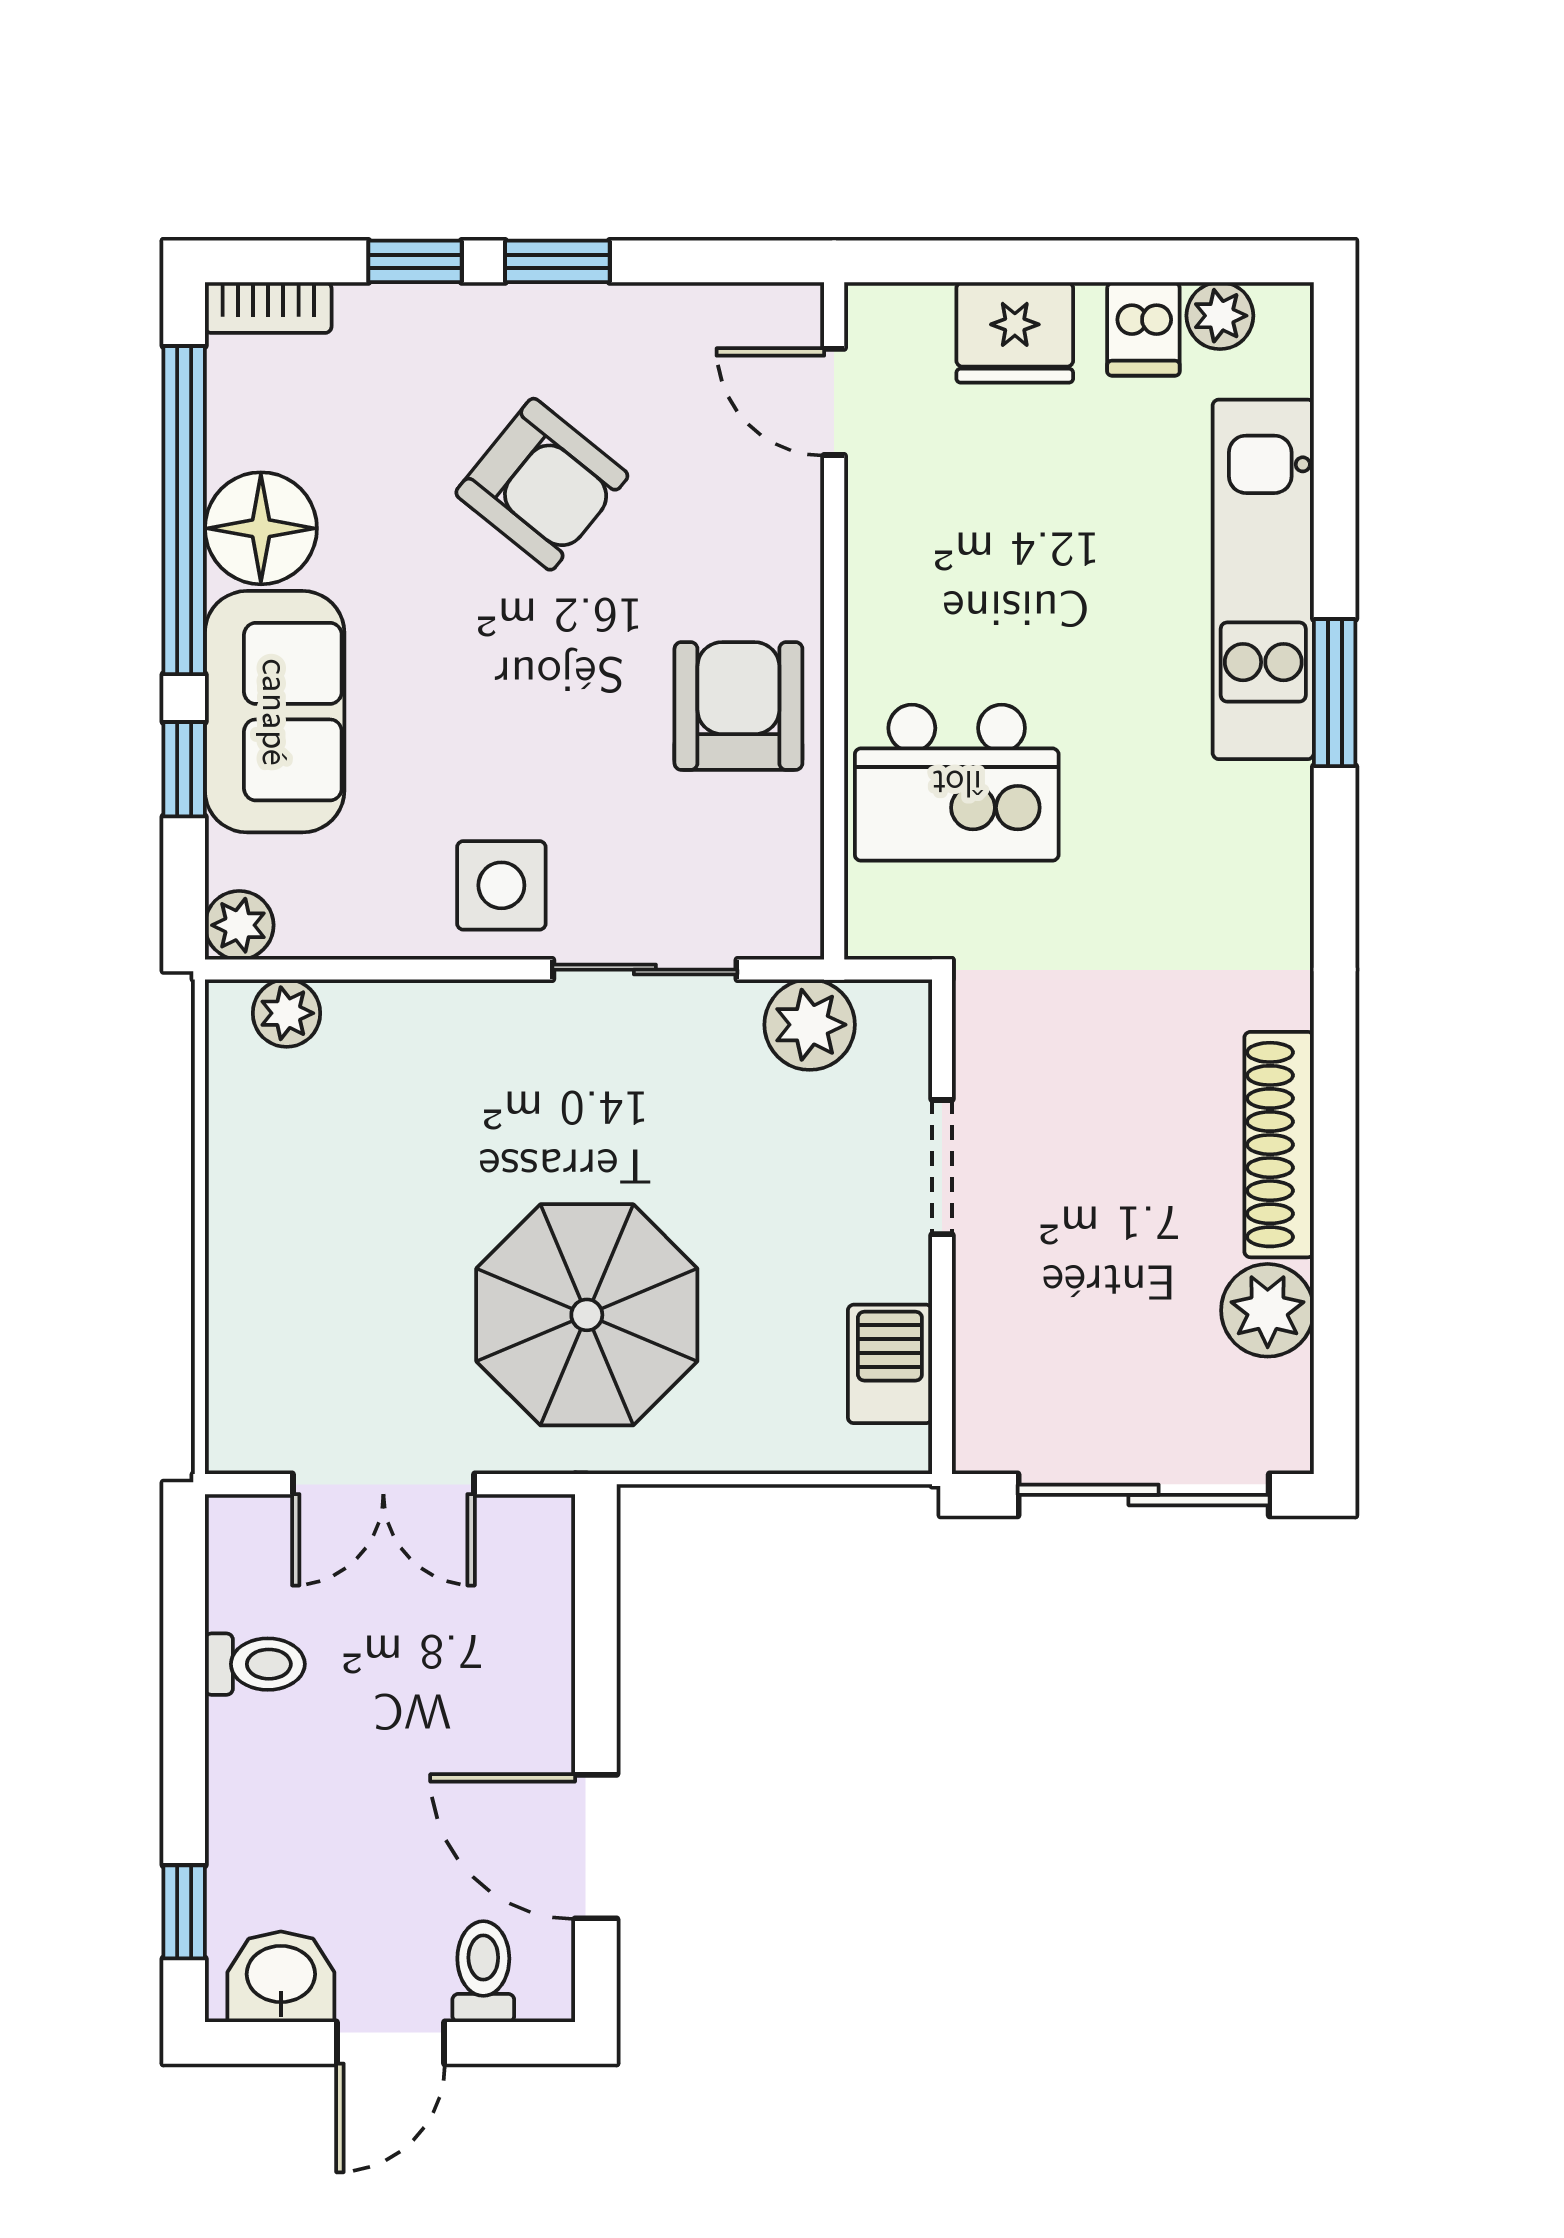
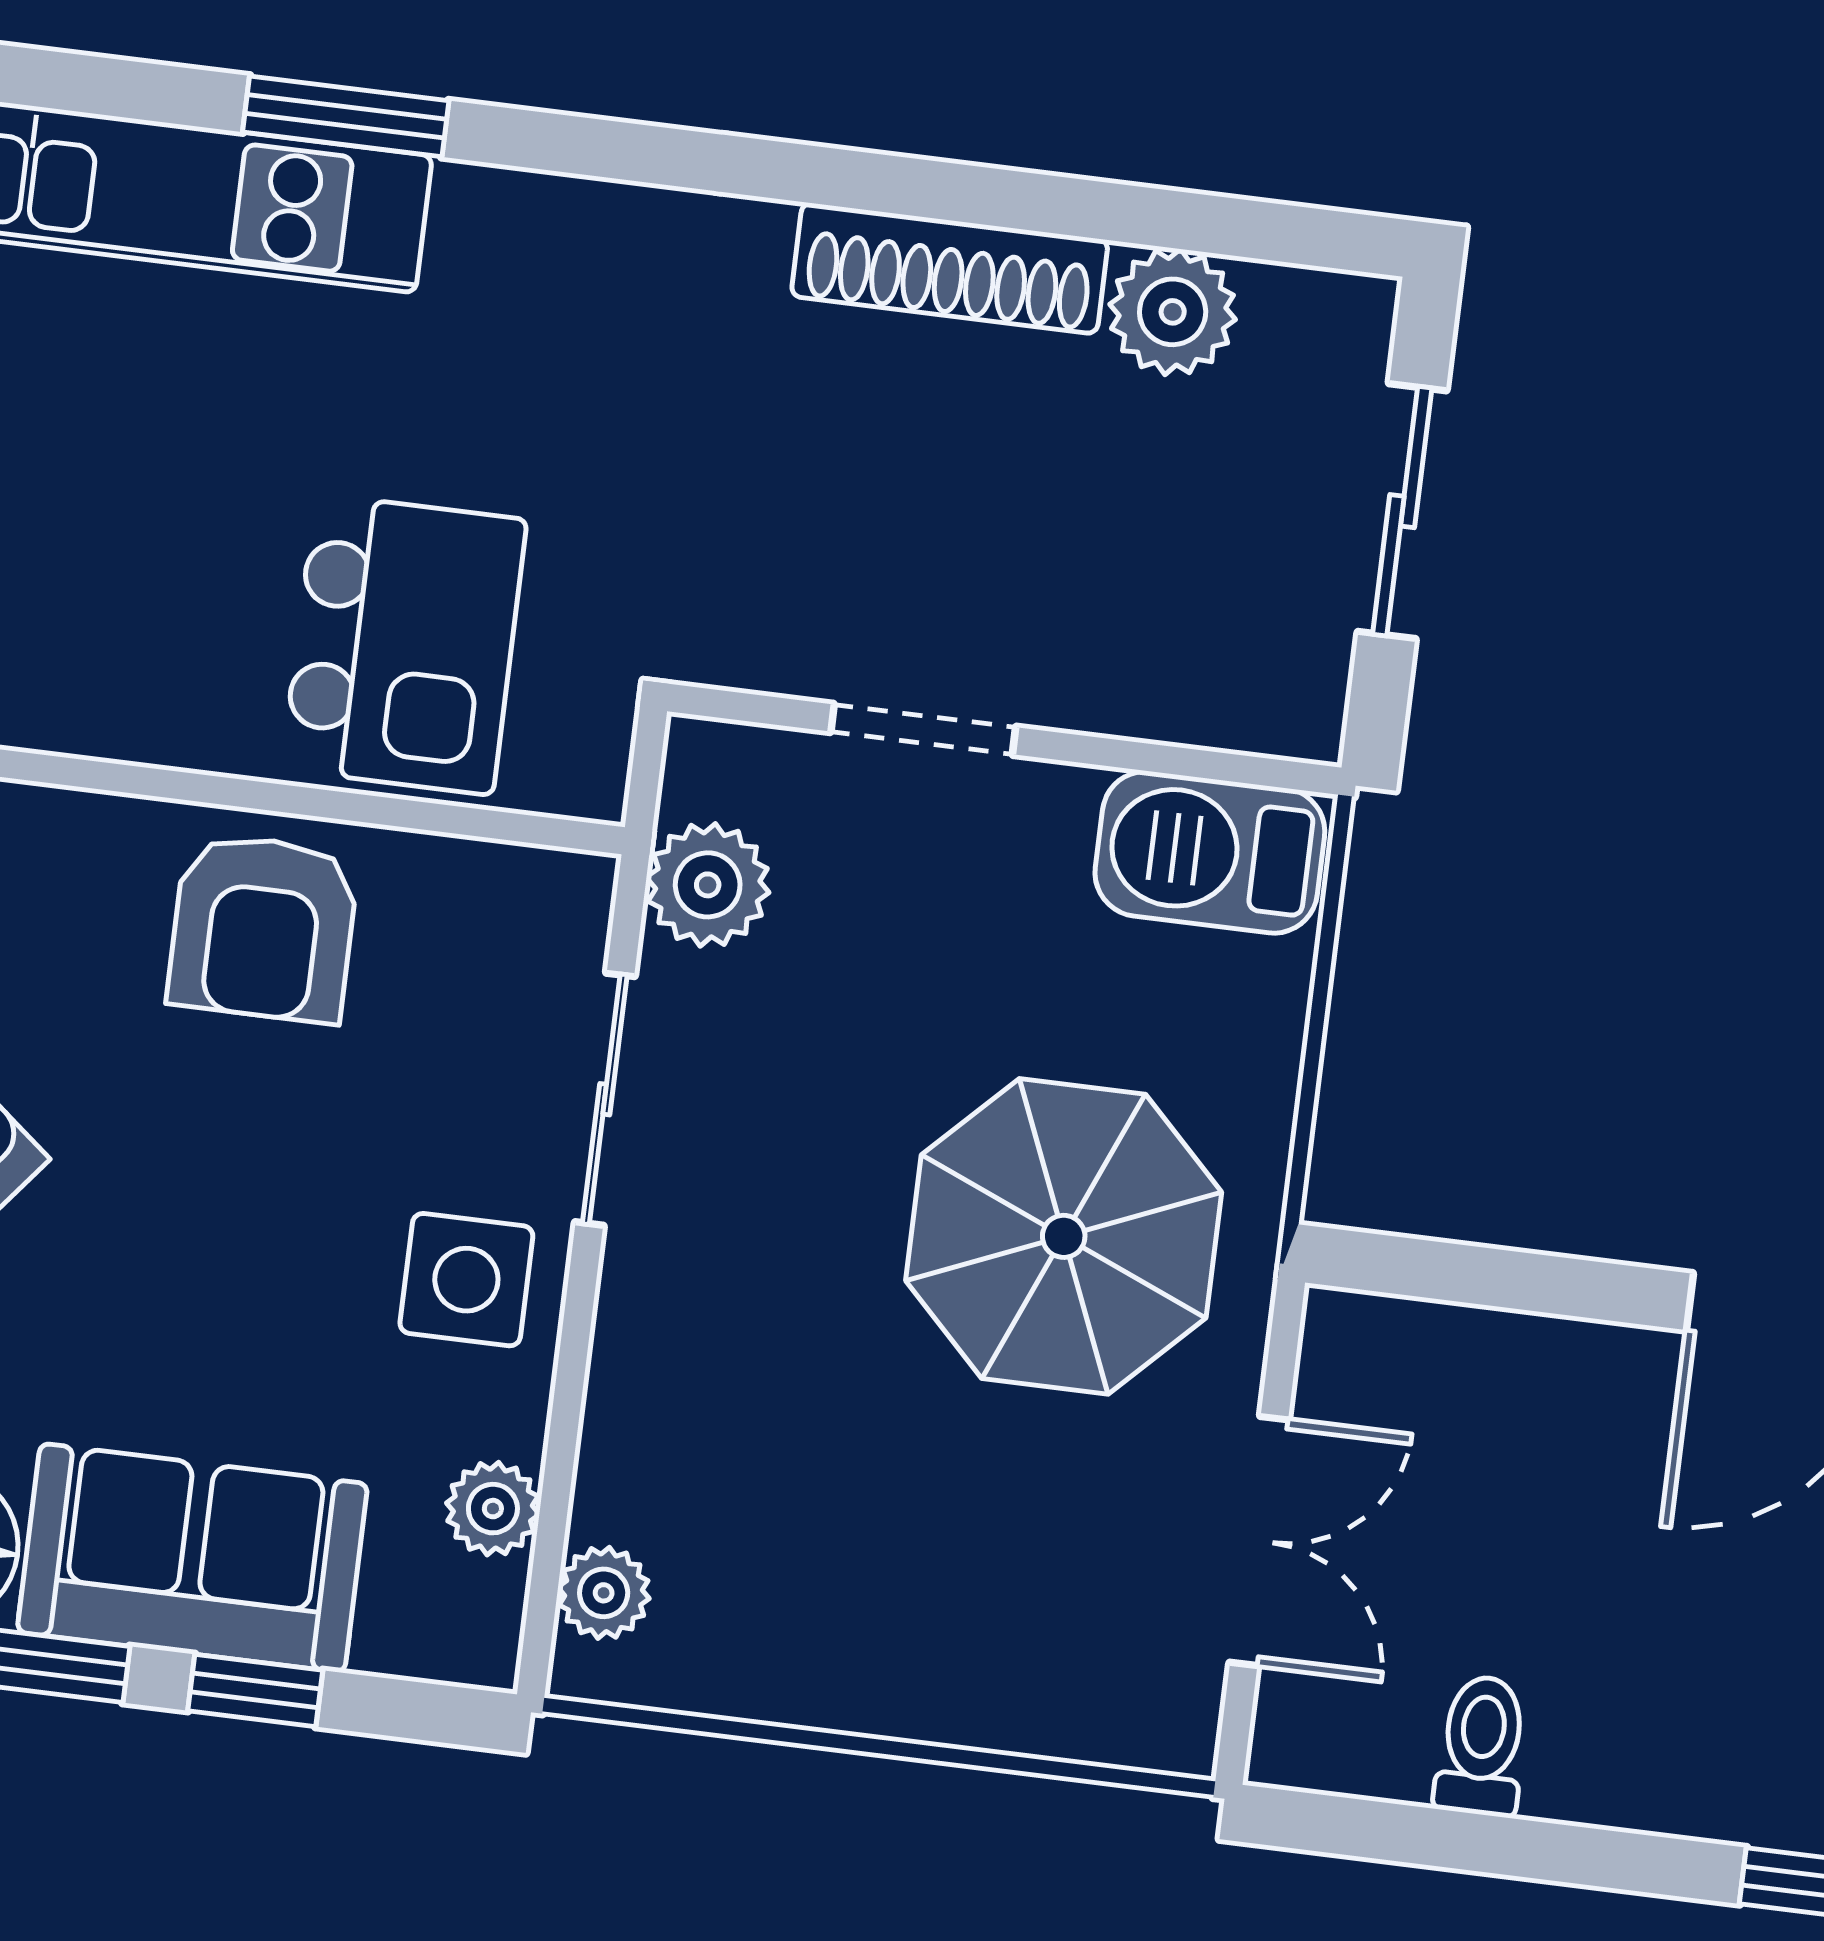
armchair: (738, 706) -> (263, 928), turned -90
plant: (239, 925) -> (493, 1509), moved
barbecue: (890, 1364) -> (1210, 852), width x1.38, depth x1.27
sliding door: (1144, 1495) -> (1402, 511), width x0.73

